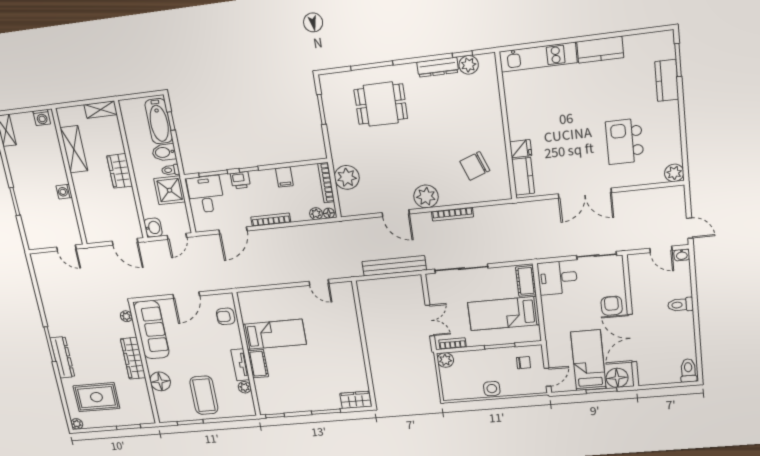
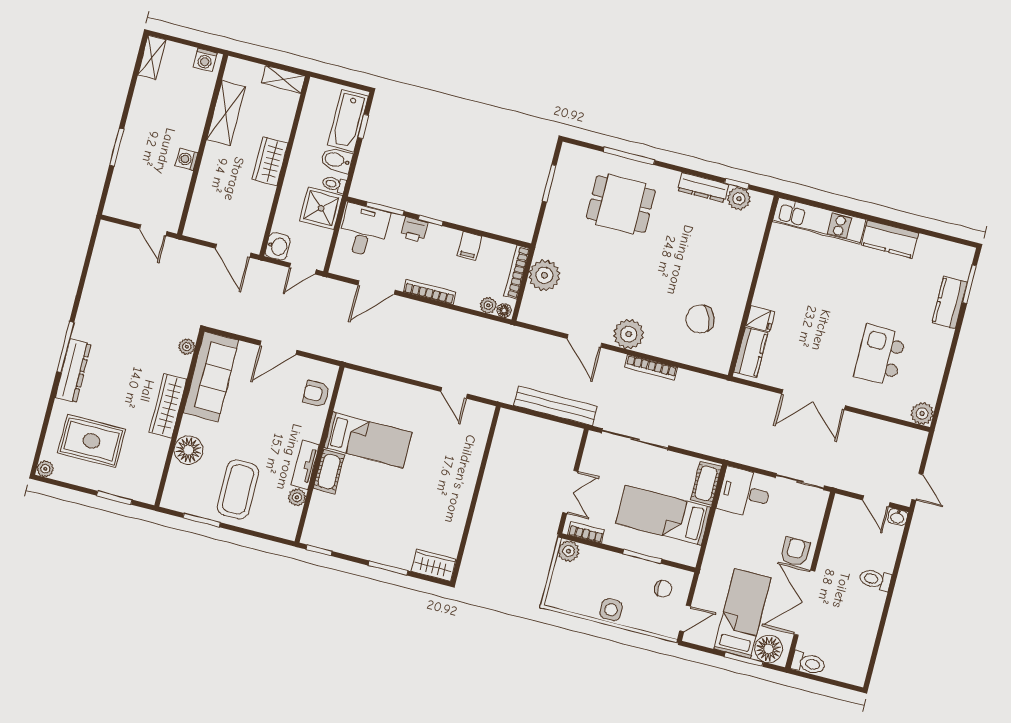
toilet: (688, 370) -> (808, 663), moved, turned 90

